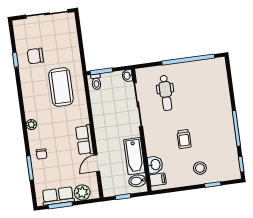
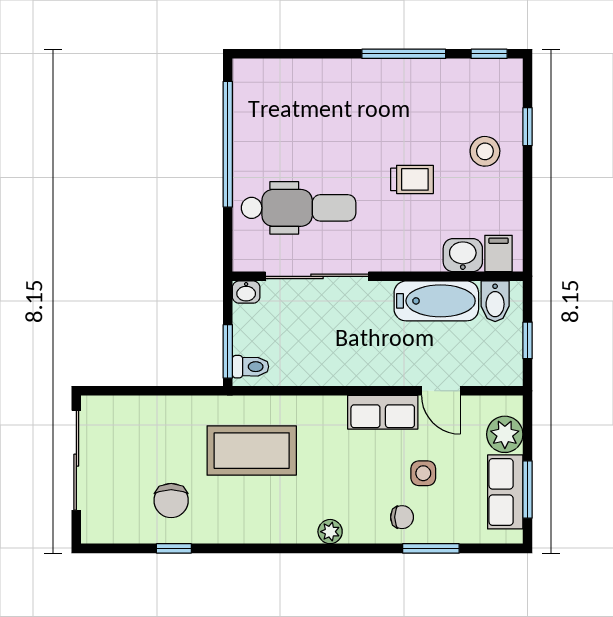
dental chair: (166, 93) -> (299, 208), width x1.36, depth x1.38
side table: (61, 160) -> (423, 473), added

